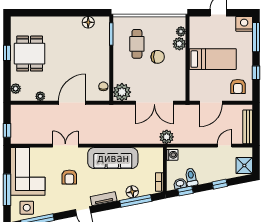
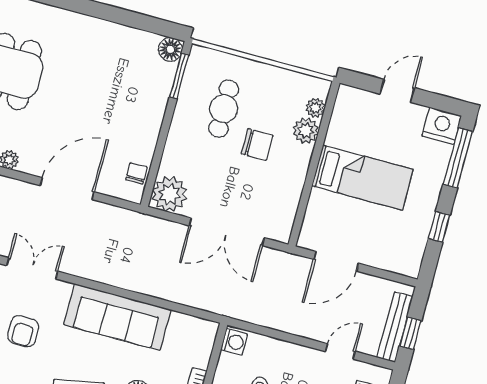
floor lamp: (88, 22) -> (170, 49), moved
armchair: (238, 87) -> (397, 244), removed
window: (256, 128) -> (410, 333), added
plant: (167, 137) -> (232, 304), removed

